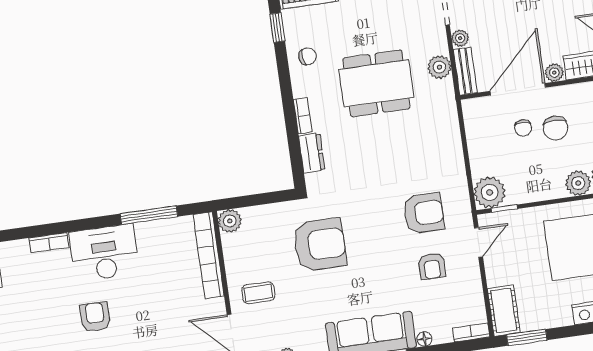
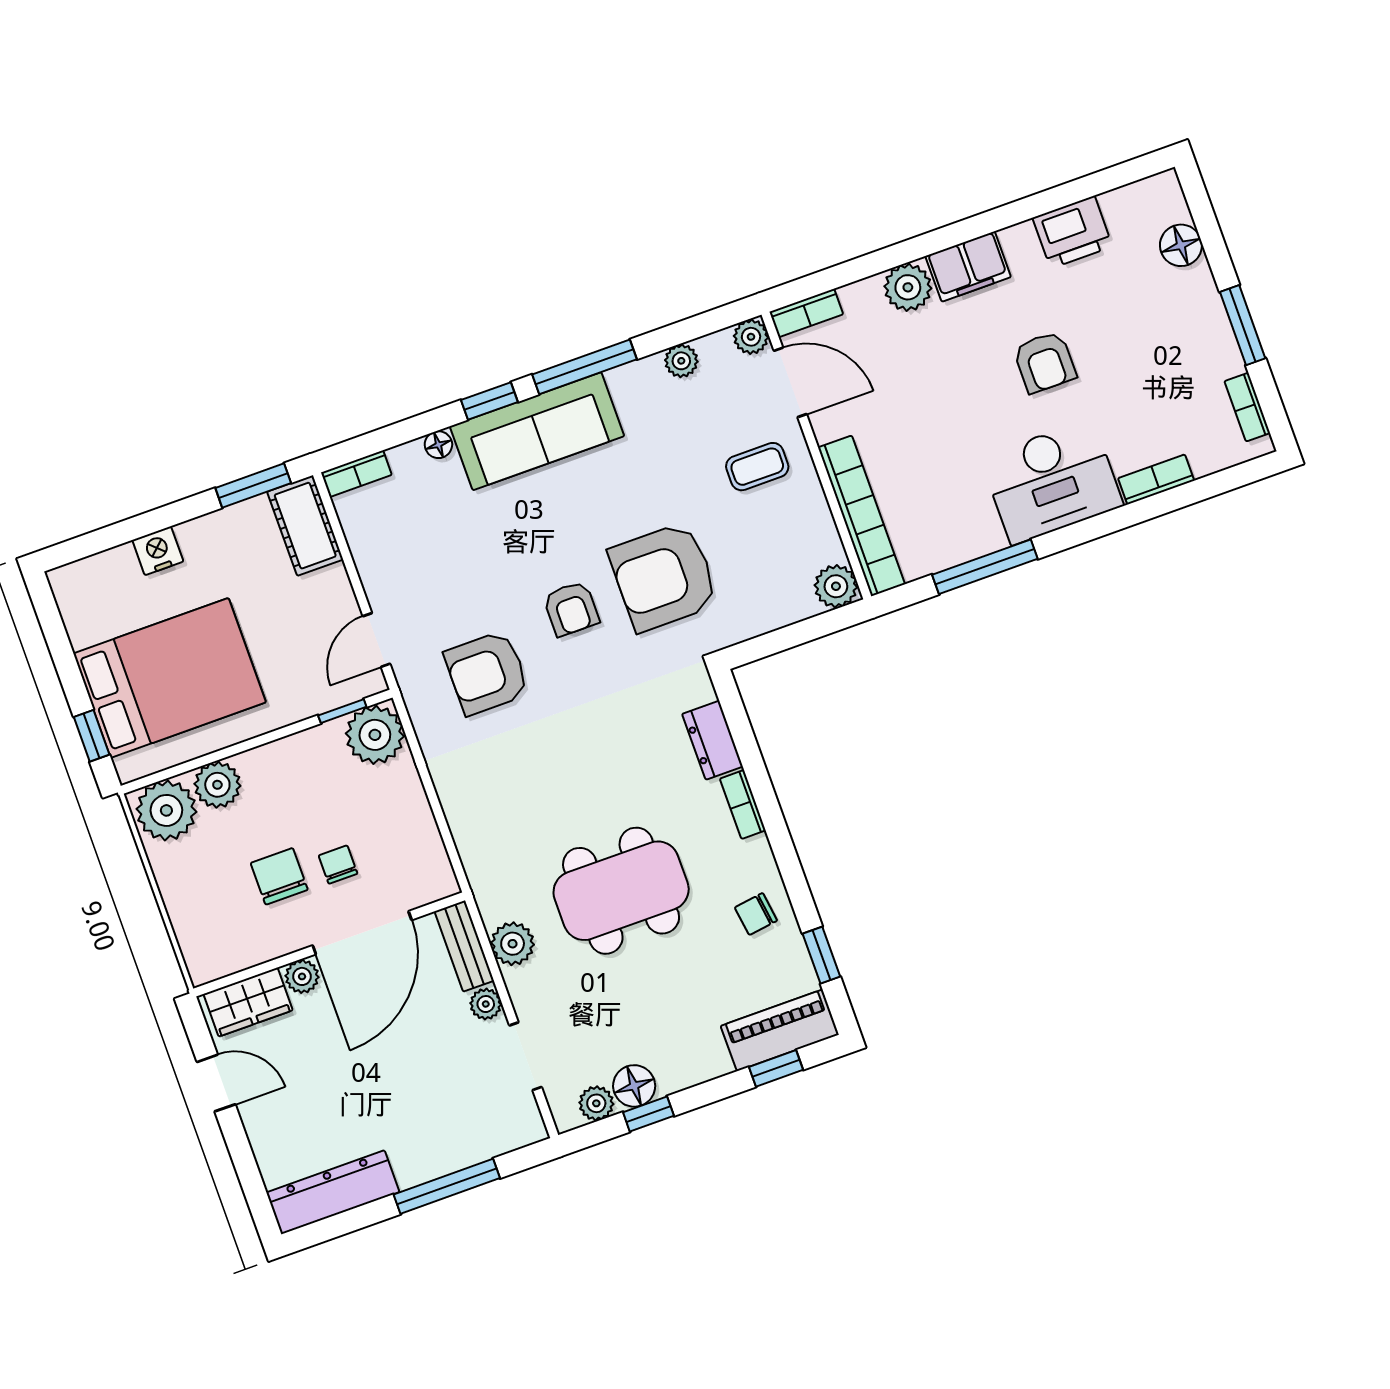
armchair: (432, 266) -> (571, 609), moved, turned 180

